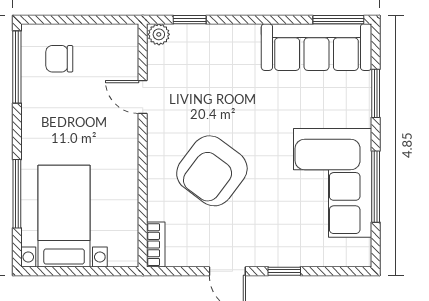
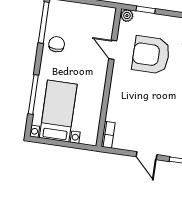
chair: (59, 59) -> (57, 44), moved, turned 90
armchair: (212, 171) -> (151, 55), moved, turned 53

